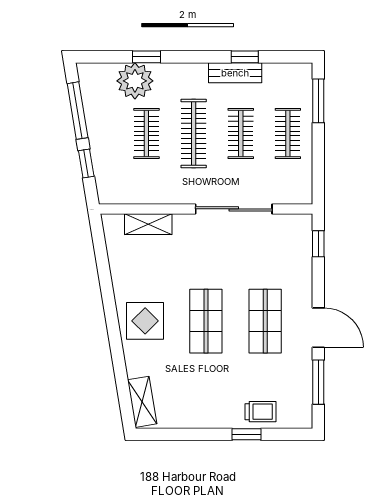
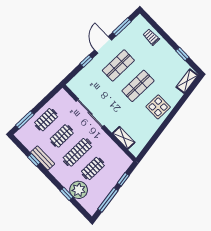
window: (318, 244) -> (86, 61), moved
window: (247, 434) -> (182, 54), moved

